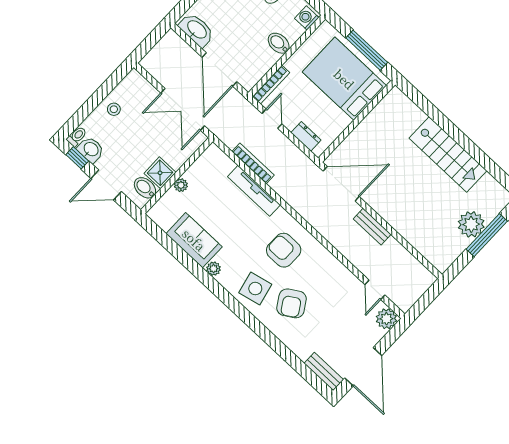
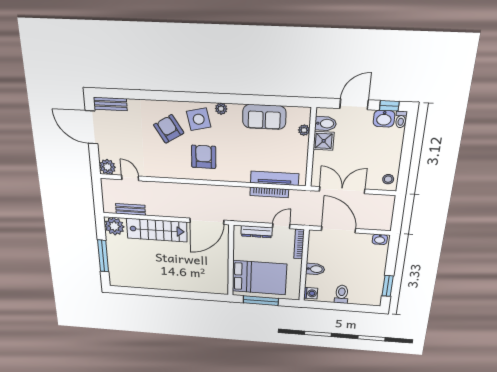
washbasin: (197, 30) -> (380, 239), width x0.52, depth x0.69
stool: (114, 109) -> (388, 179), moved
door: (272, 119) -> (281, 226), swing flipped
dresser: (306, 136) -> (257, 232), width x1.44
stairs: (448, 154) -> (157, 230), moved, turned 180
plant: (181, 185) -> (304, 130), moved
tv unit: (254, 191) -> (275, 178), moved
plant: (471, 224) -> (114, 226), moved
bench: (372, 227) -> (130, 209), moved
armchair: (284, 250) -> (204, 157), turned -90
plant: (214, 269) -> (221, 109), moved

